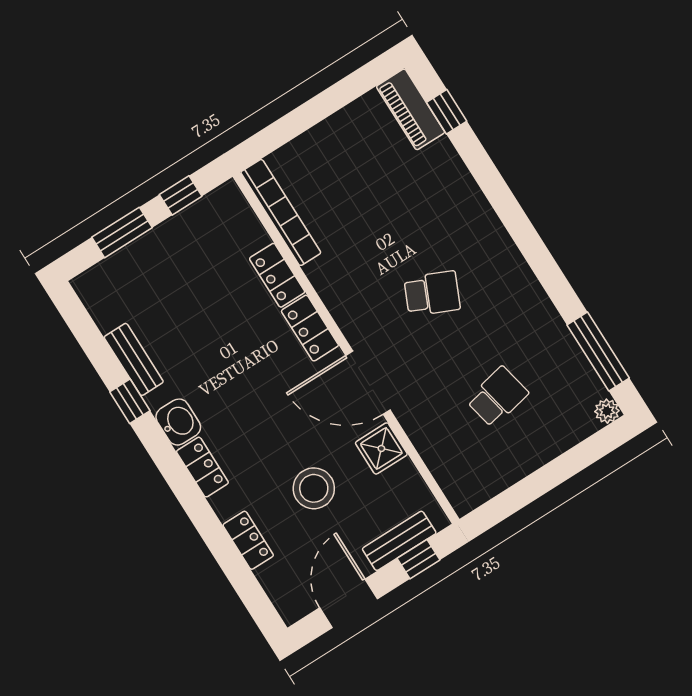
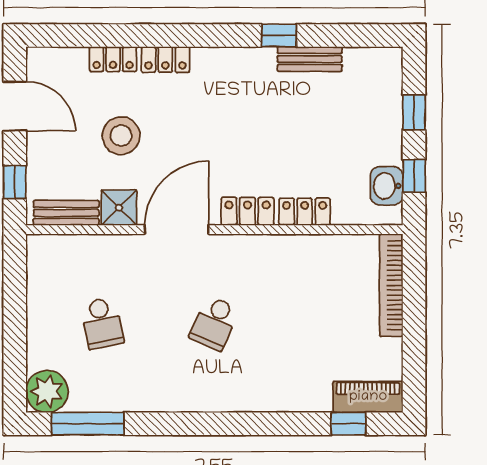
bookcase: (281, 212) -> (391, 285), moved, turned 90
window: (122, 232) -> (414, 112), width x0.67
plant: (607, 411) -> (47, 391), width x1.88, depth x1.88
washbasin: (178, 422) -> (387, 186), moved, turned 90
locker: (202, 467) -> (165, 60), moved
bench: (399, 541) -> (66, 213), moved, turned 90

